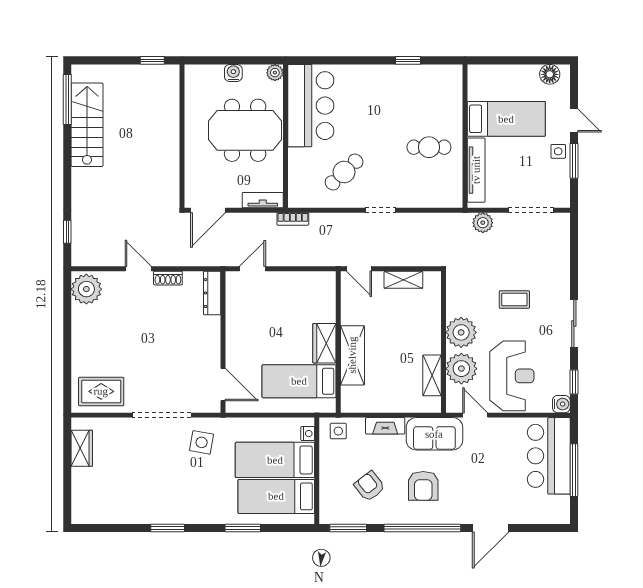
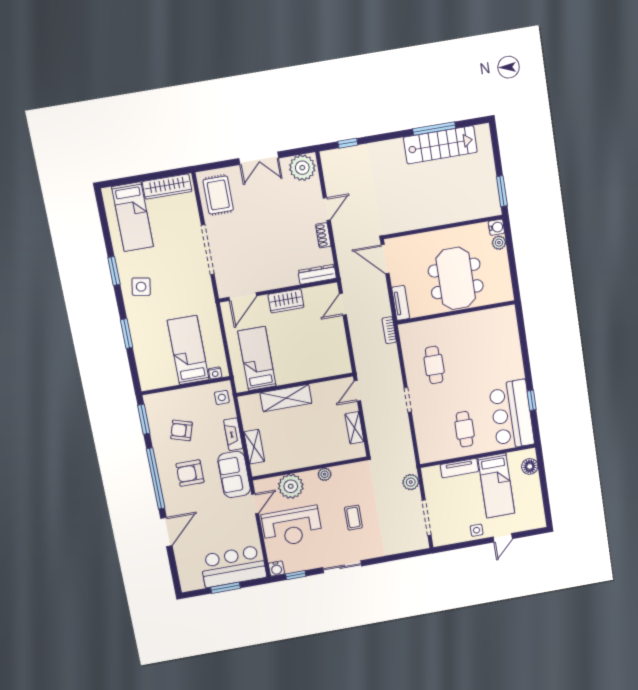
window: (152, 60) -> (502, 191), width x1.50
water cooler: (233, 73) -> (496, 227), moved
plant: (275, 73) -> (499, 243), moved
floor lamp: (550, 74) -> (530, 466), moved
window: (67, 100) -> (434, 129), moved
bar counter: (311, 106) -> (512, 415), moved, turned 90
window: (574, 161) -> (471, 544), removed
tv unit: (476, 170) -> (459, 468), width x0.71
cafe table: (344, 172) -> (434, 365), turned 43
door: (252, 269) -> (343, 304), swing flipped
plant: (461, 332) -> (325, 474), width x0.53, depth x0.53
double door: (67, 337) -> (259, 158), added
wardrobe: (324, 343) -> (286, 301), moved, turned 180
shelving: (432, 375) -> (254, 447), moved, turned 90
side table: (202, 442) -> (141, 287), moved
wardrobe: (82, 448) -> (167, 187), width x1.50
window: (574, 470) -> (226, 588), width x0.69
armchair: (370, 486) -> (181, 430), turned -125
bed: (276, 496) -> (133, 217), moved, turned 180
door: (491, 528) -> (166, 532), swing flipped

